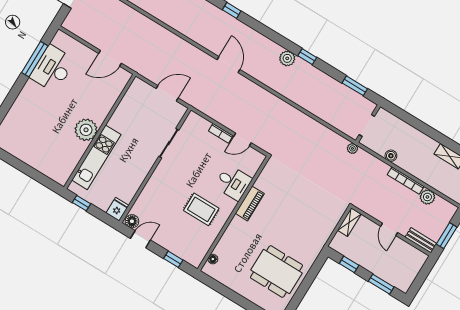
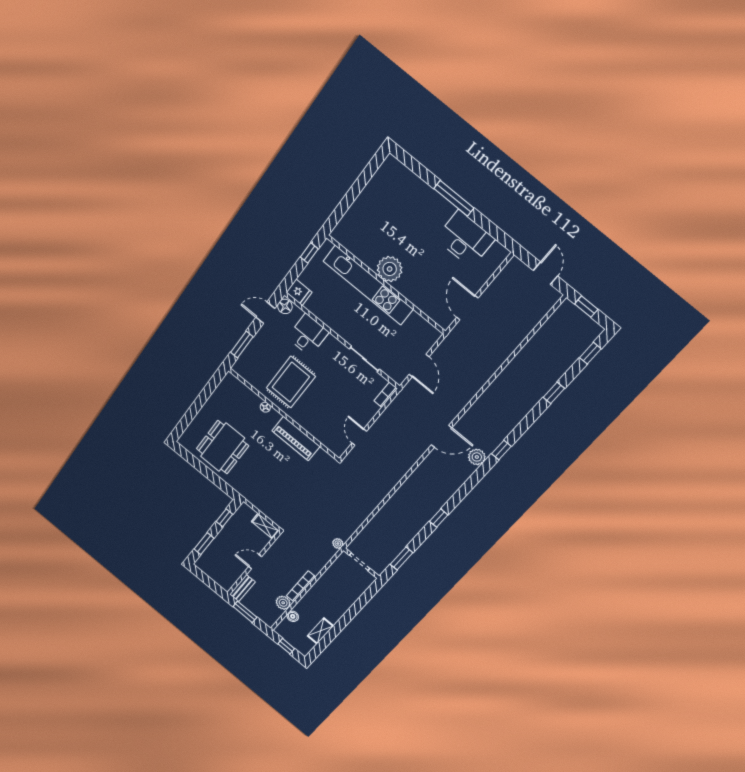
plant: (287, 58) -> (477, 457), moved
window: (35, 59) -> (454, 198), moved
bookcase: (221, 133) -> (386, 395), moved
boiler: (391, 156) -> (293, 616), moved
kitchen unit: (96, 157) -> (368, 285), width x1.36
desk: (233, 183) -> (308, 335), moved, turned 180
piano: (250, 203) -> (296, 439), width x1.37, depth x1.33
rug: (201, 209) -> (291, 382), width x1.36, depth x1.43
door: (140, 239) -> (265, 313), swing flipped
window: (173, 259) -> (242, 345), width x1.50
floor lamp: (213, 259) -> (265, 407), moved

